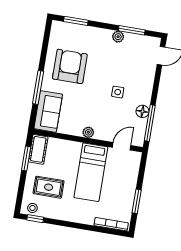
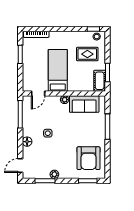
armchair: (70, 66) -> (89, 158), moved
sofa: (48, 111) -> (84, 104), moved, turned -90
floor lamp: (142, 111) -> (27, 142), moved

